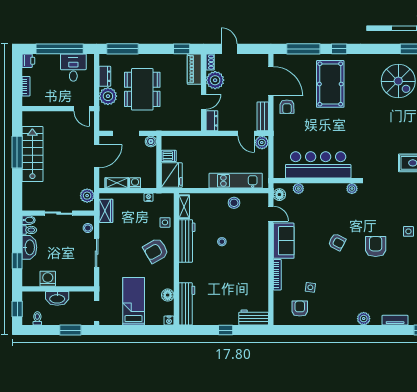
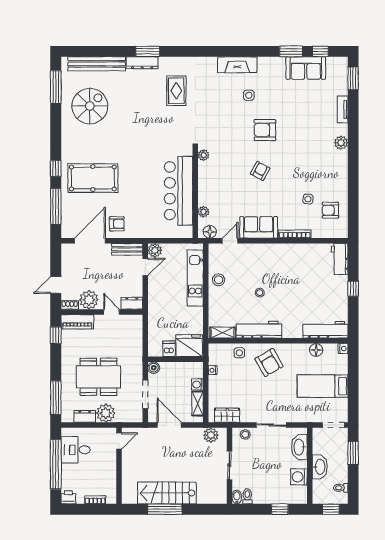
washbasin: (29, 247) -> (299, 447), moved, turned -90

